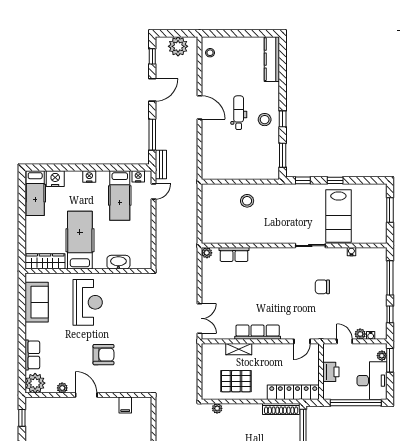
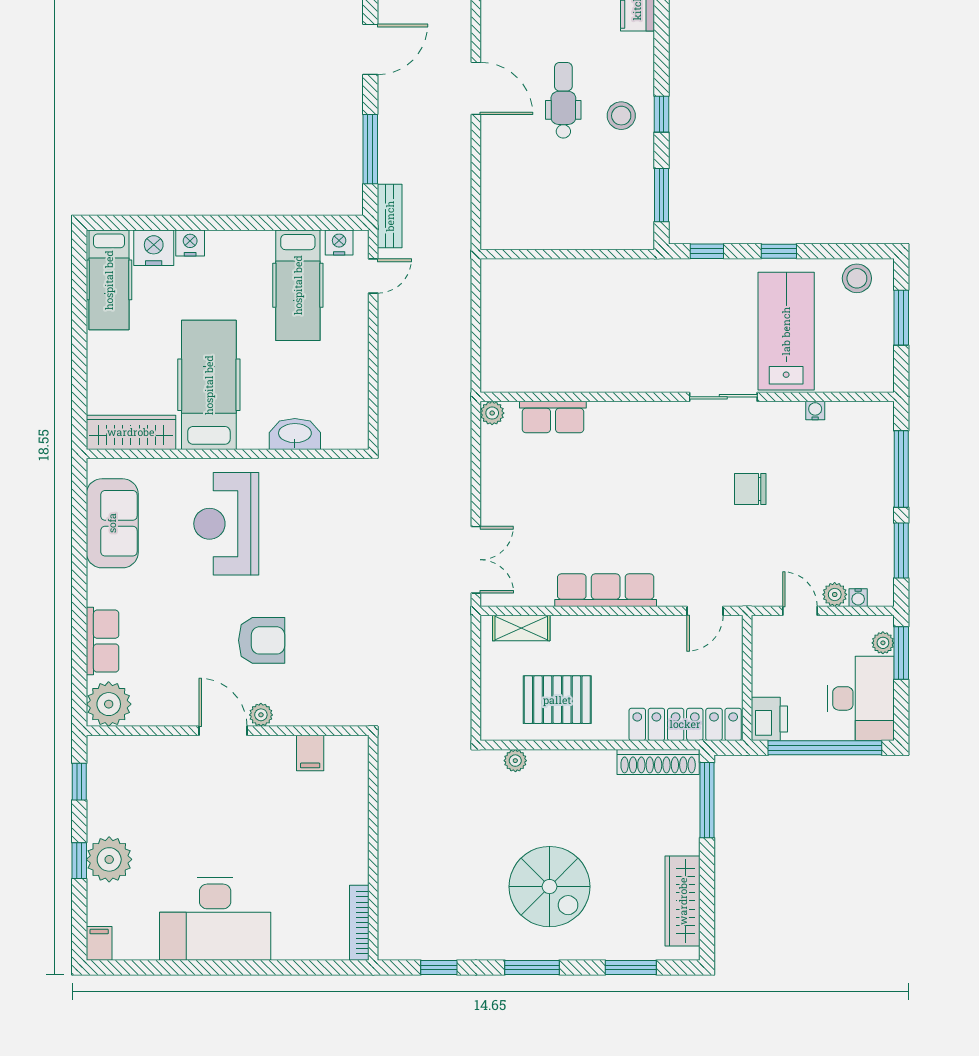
nightstand: (89, 177) -> (190, 243), moved
stool: (247, 201) -> (857, 278), moved
lab bench: (338, 216) -> (786, 331), turned 180
reception desk: (88, 302) -> (226, 524), turned 180
window: (390, 314) -> (901, 550), width x1.50
shelving: (239, 349) -> (521, 628), moved
printer: (331, 372) -> (769, 719), moved
plant: (62, 388) -> (261, 715), moved

